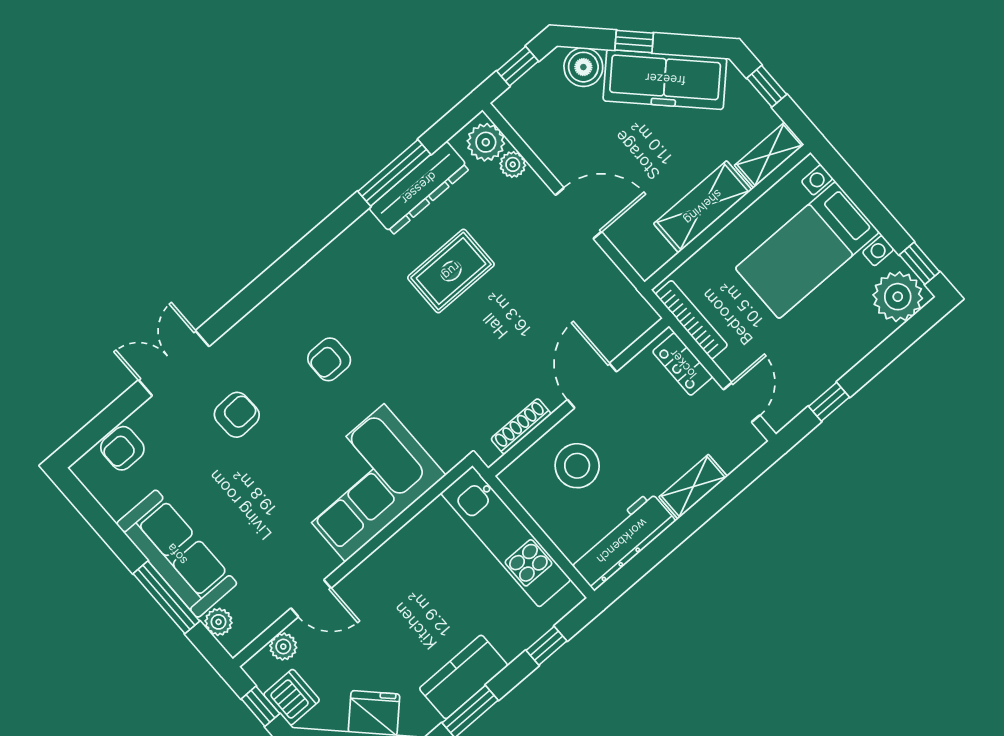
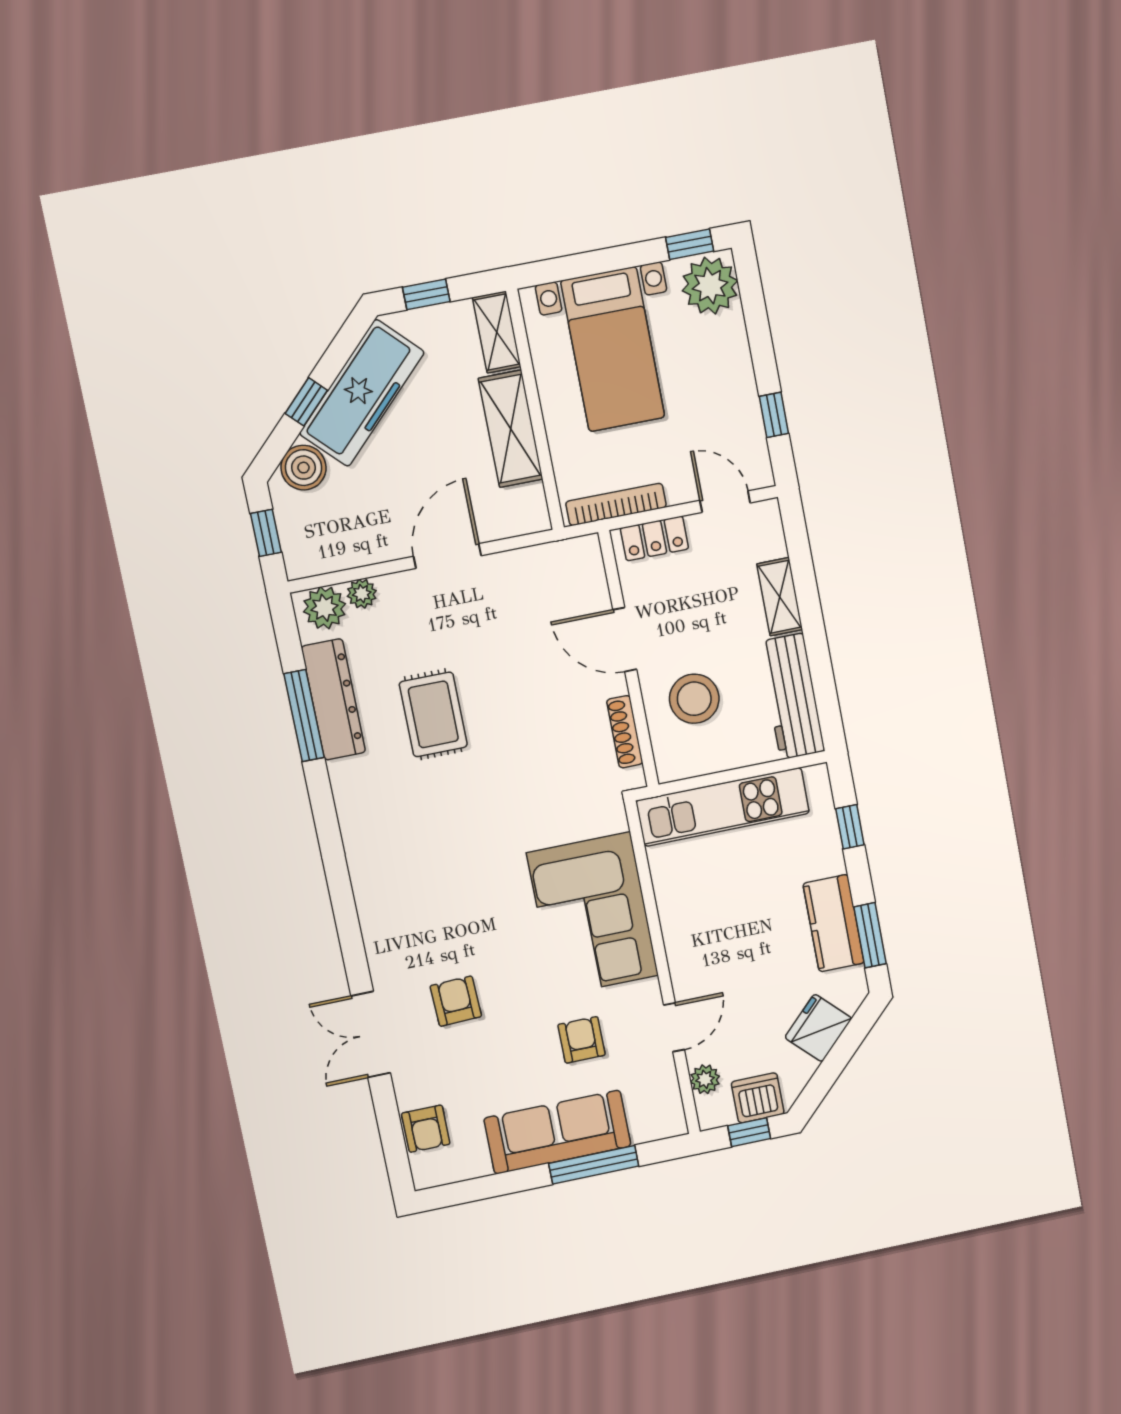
armchair: (329, 359) -> (582, 1040), moved, turned 180
plant: (219, 622) -> (646, 1128), removed

